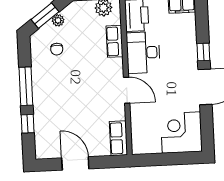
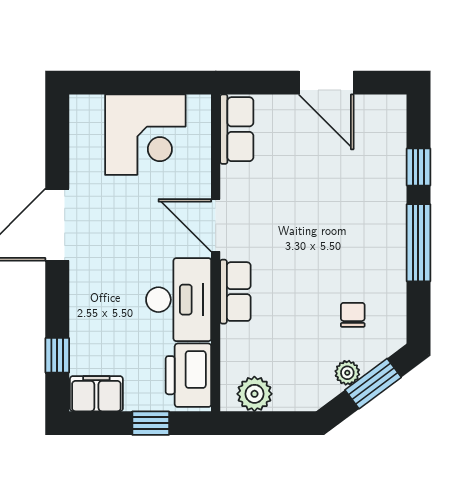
row of seats: (115, 41) -> (235, 292), moved
window: (203, 52) -> (57, 355), moved
corner desk: (181, 133) -> (145, 135), moved

